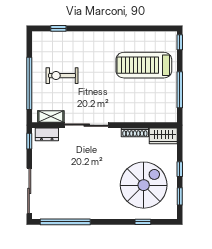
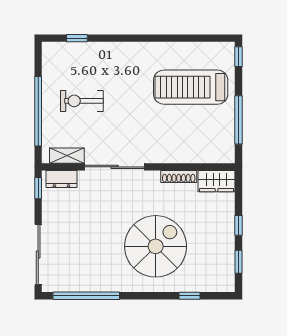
spiral stairs: (144, 185) -> (156, 246), moved

